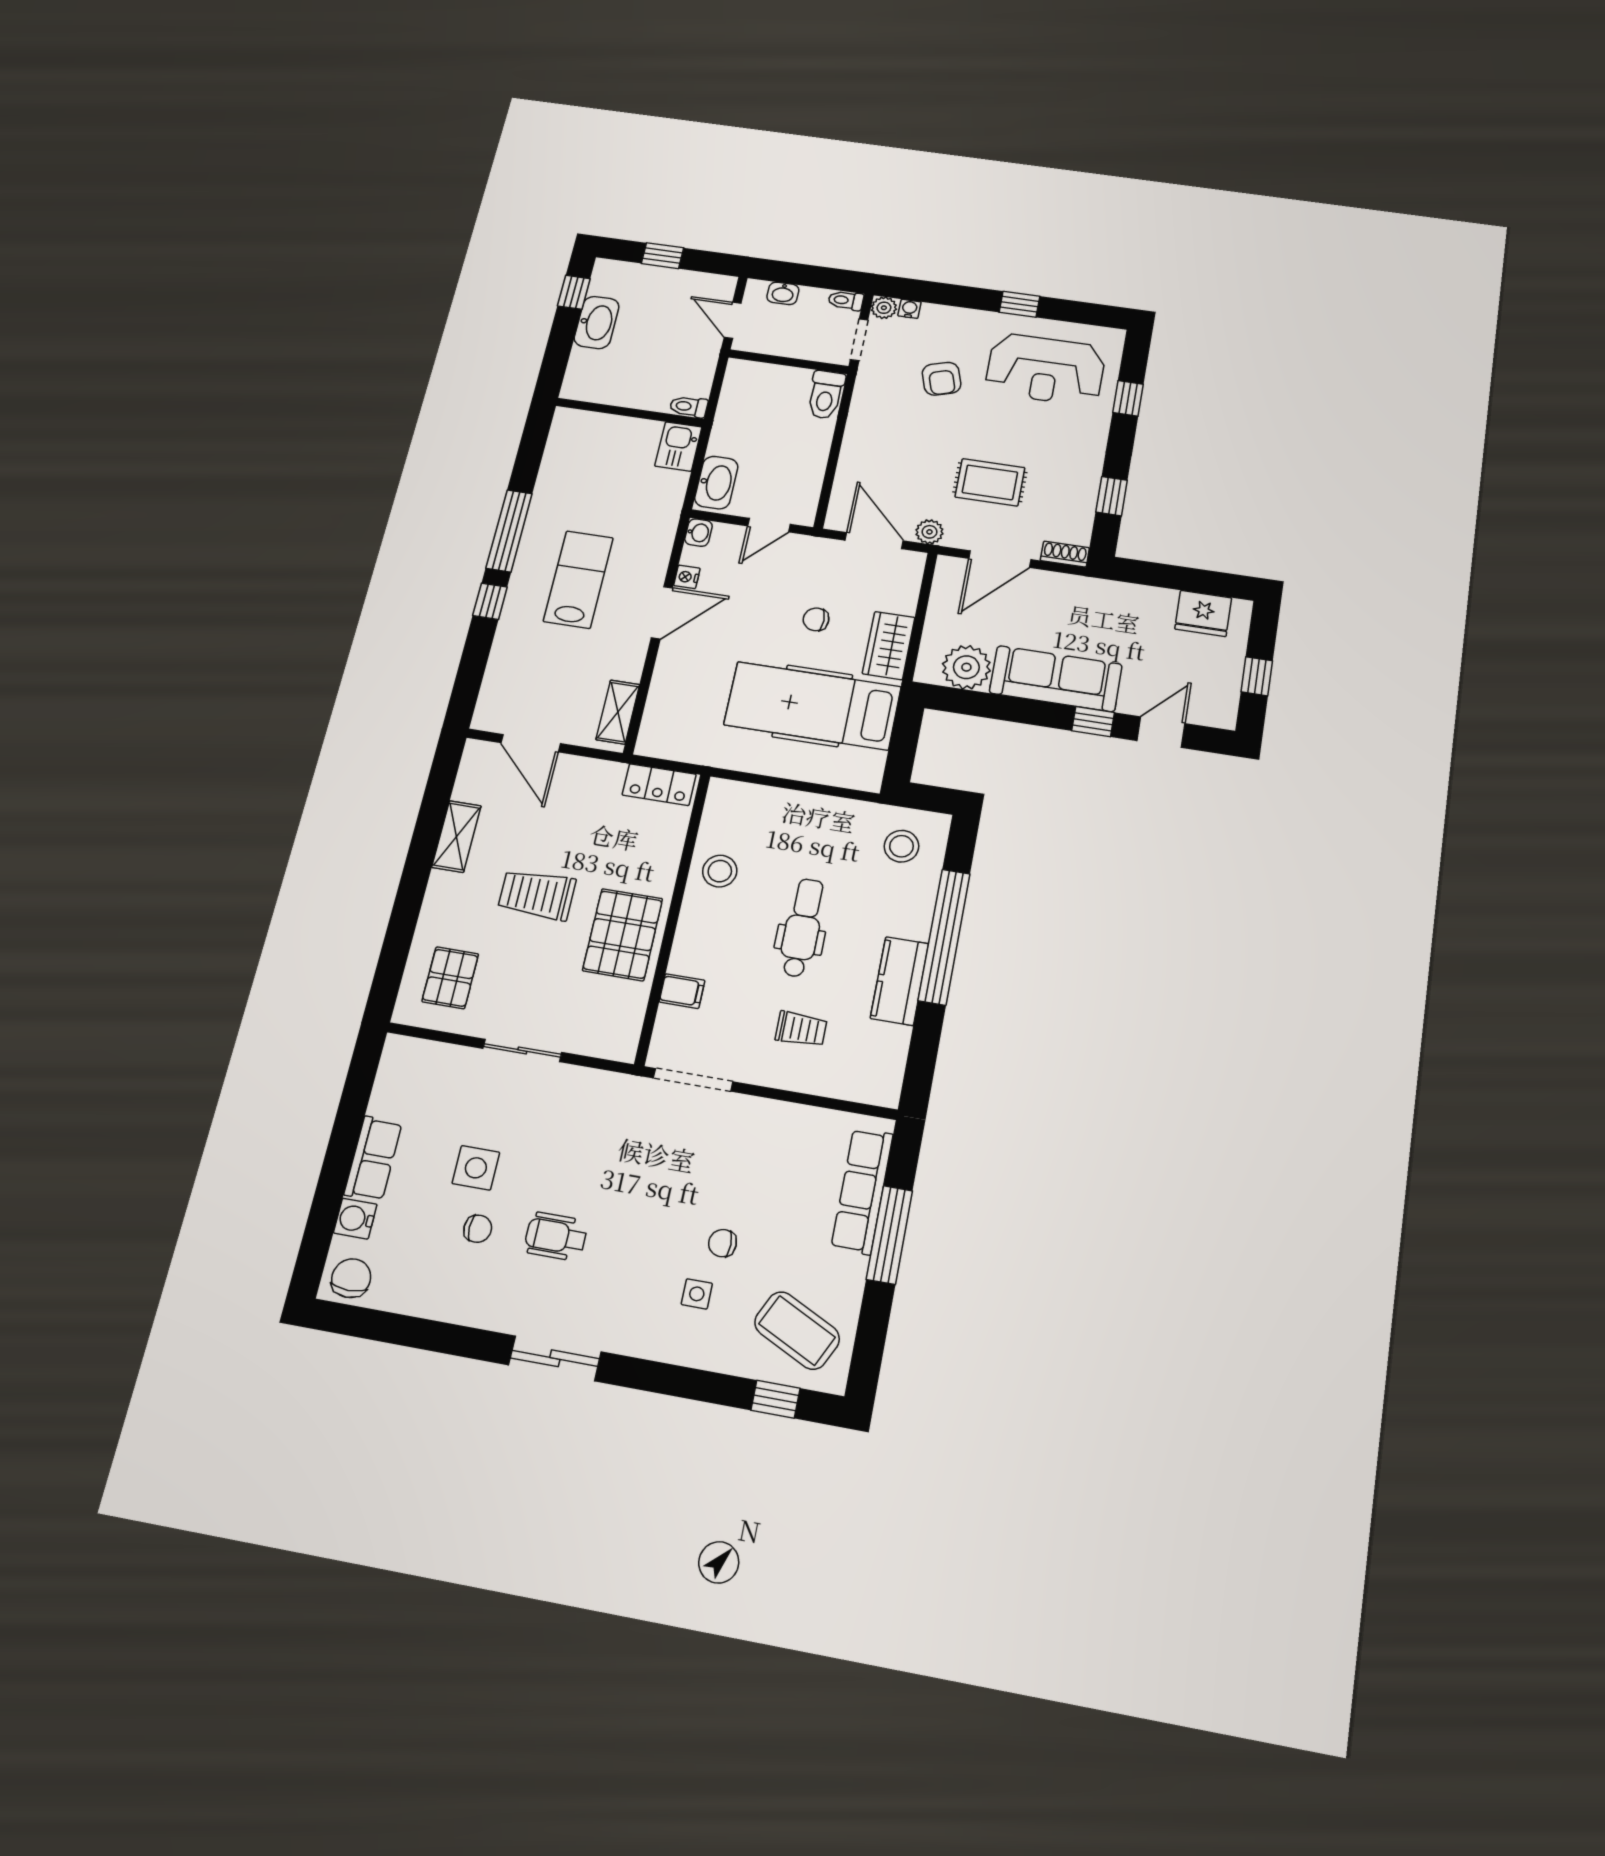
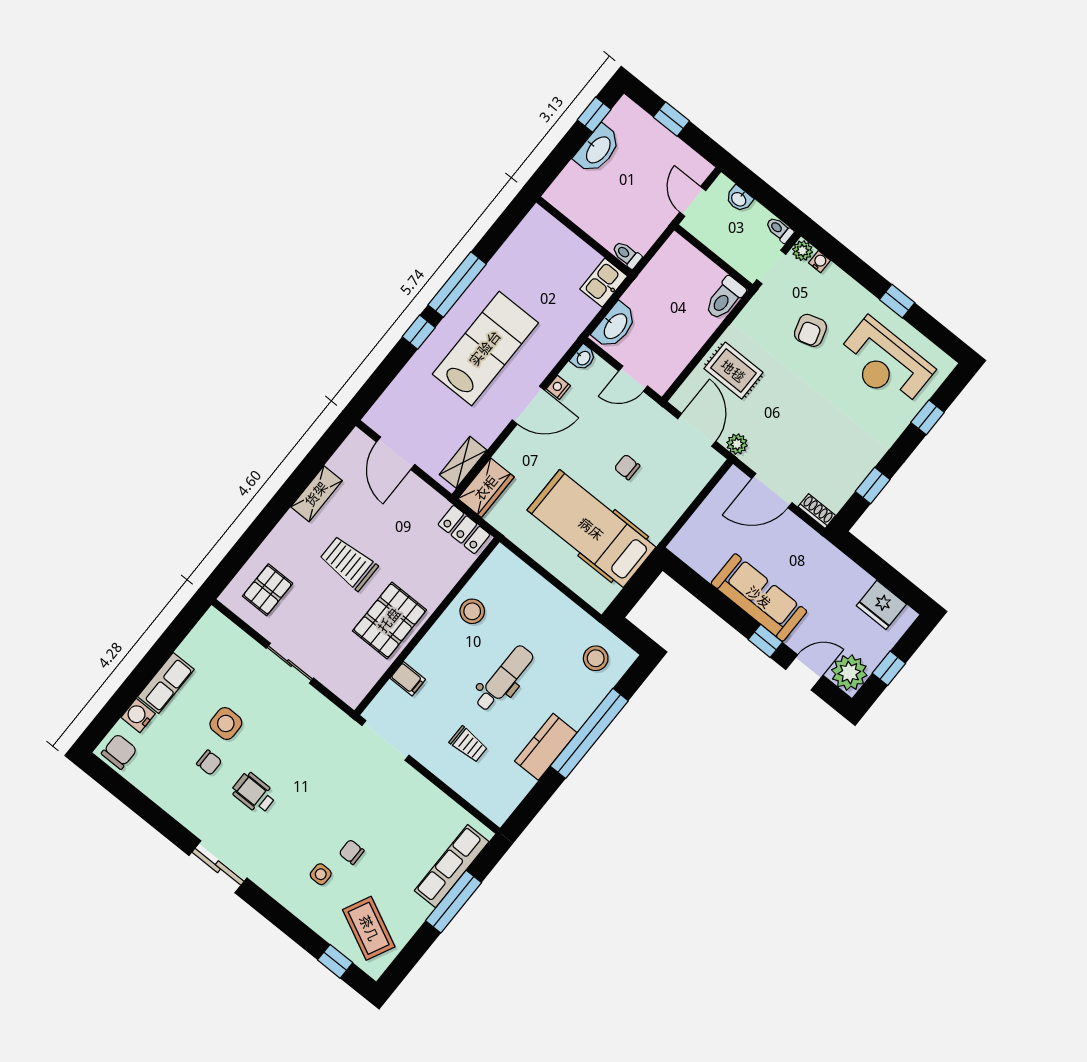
rug: (990, 482) -> (733, 371), moved
lab bench: (578, 579) -> (485, 348), width x1.36, depth x1.39
wardrobe: (889, 645) -> (486, 488), moved, turned 180
plant: (966, 667) -> (849, 673), moved

